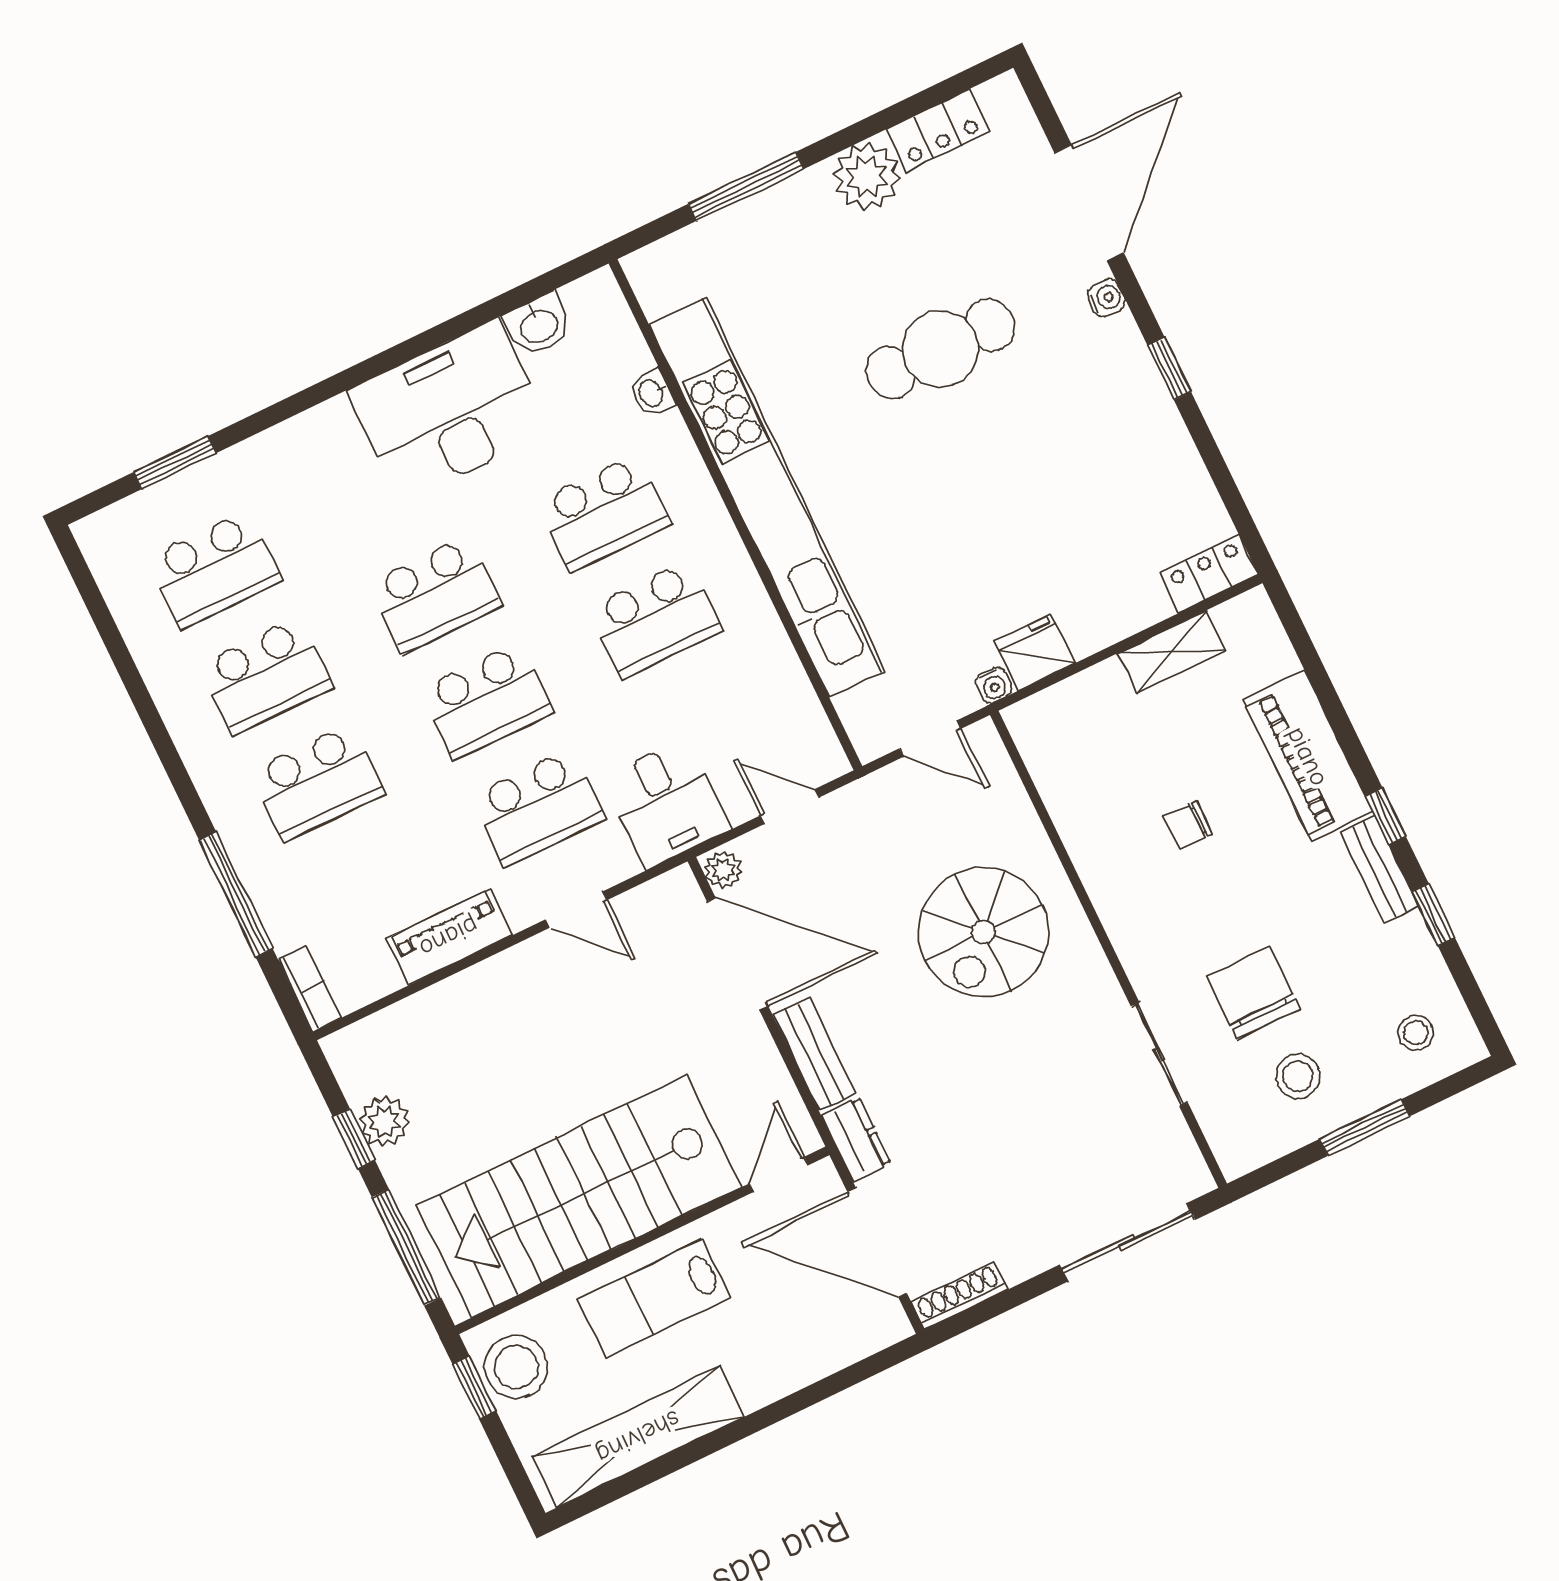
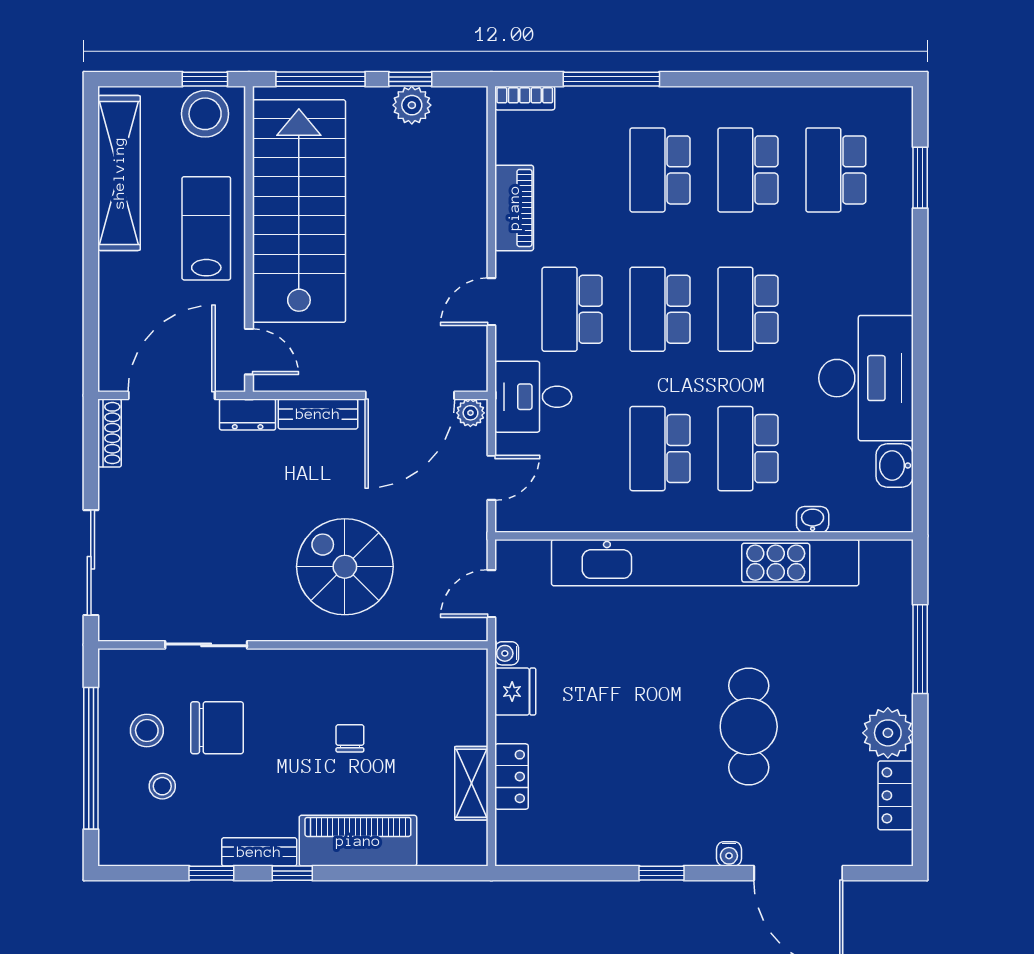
locker: (1209, 574) -> (511, 777), moved
stool: (1416, 1033) -> (162, 786), moved
window: (1364, 1128) -> (91, 758), width x2.11

